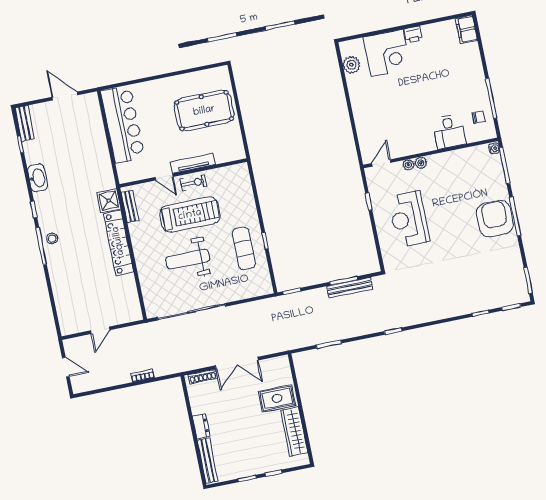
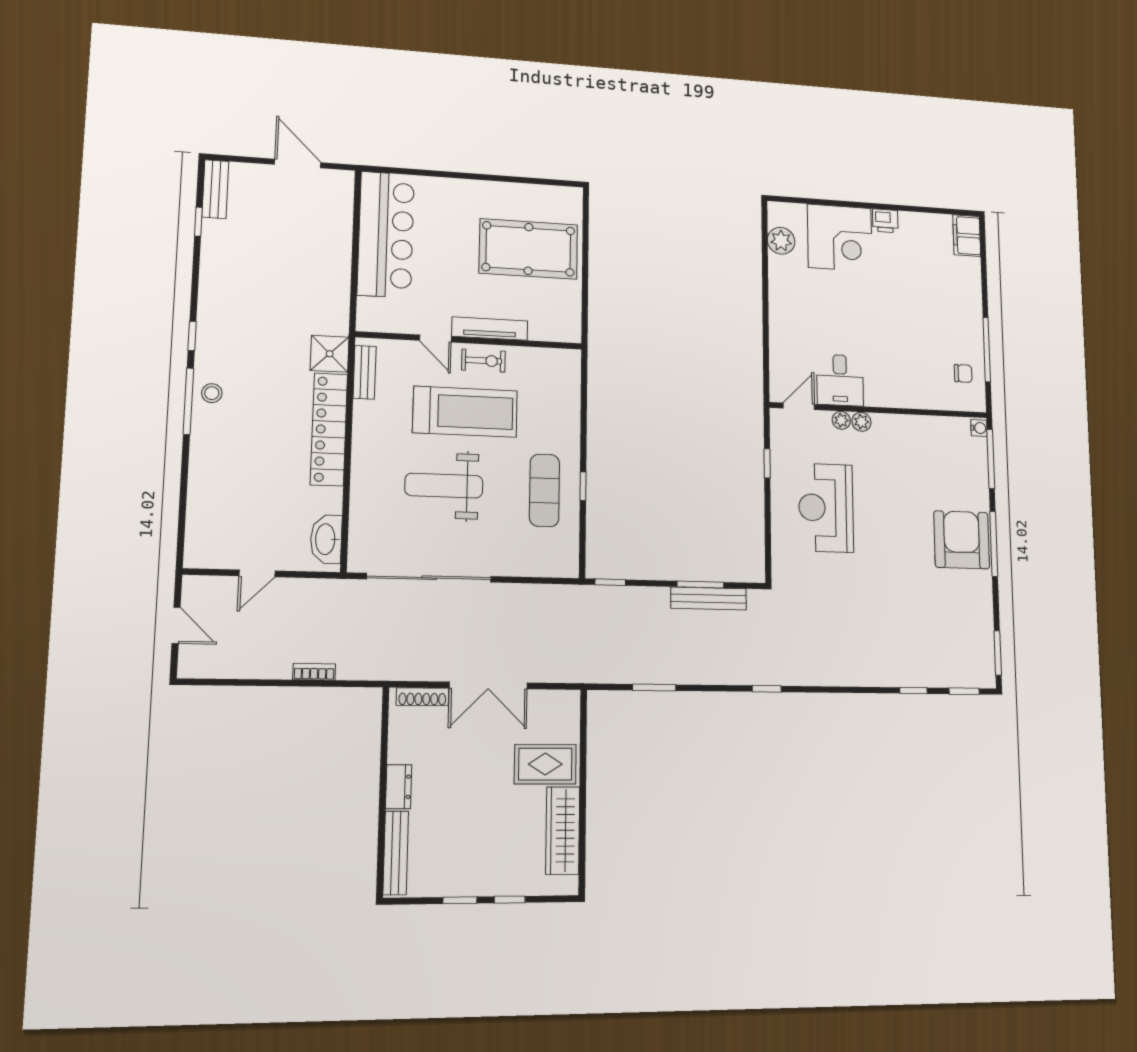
desk: (449, 131) -> (840, 380), moved
washbasin: (38, 178) -> (326, 539), moved, turned 180

